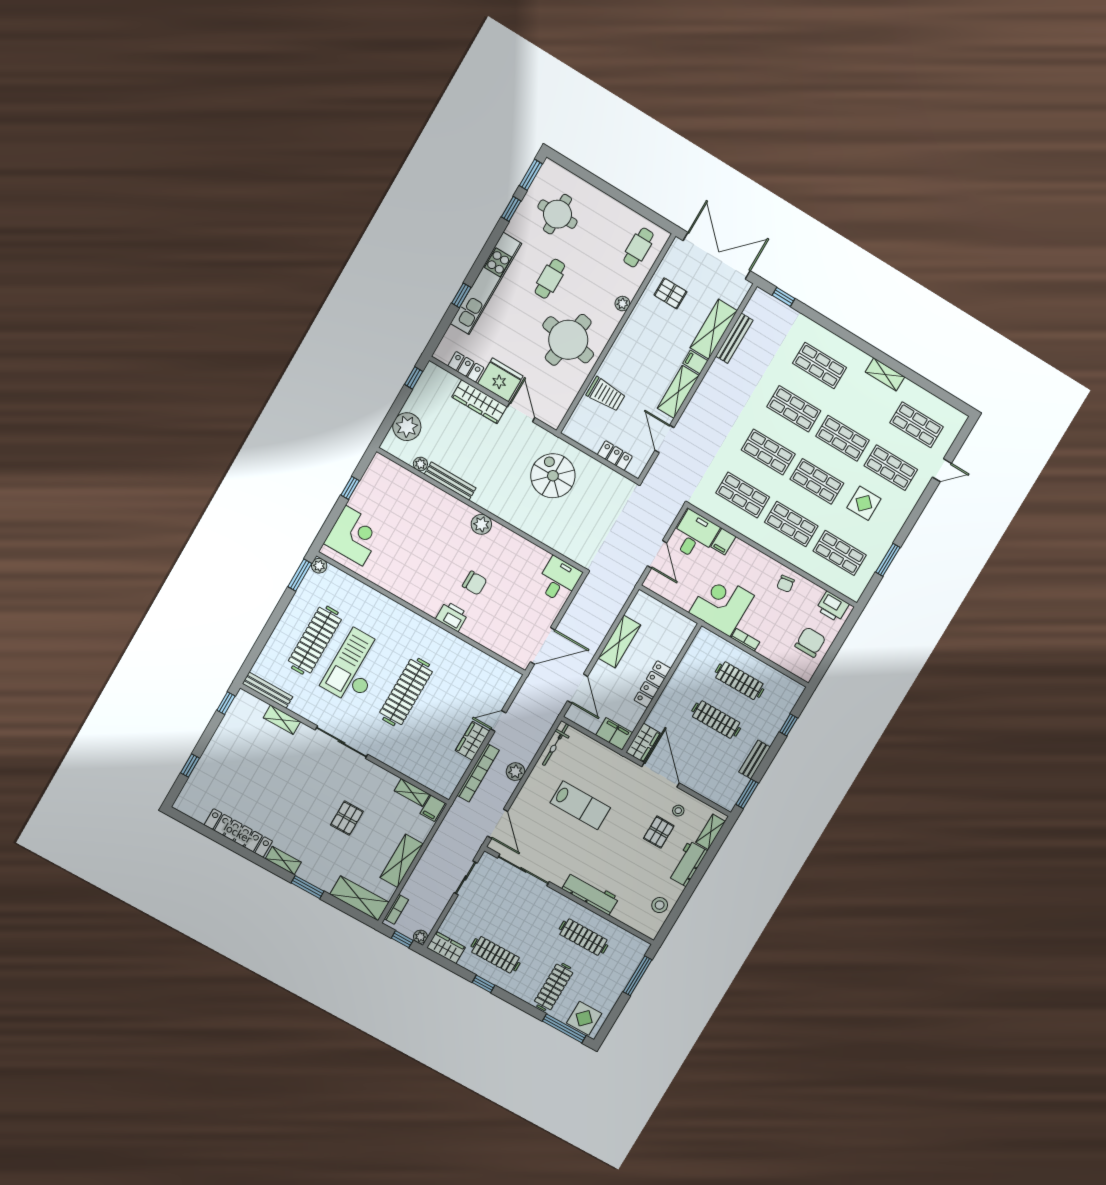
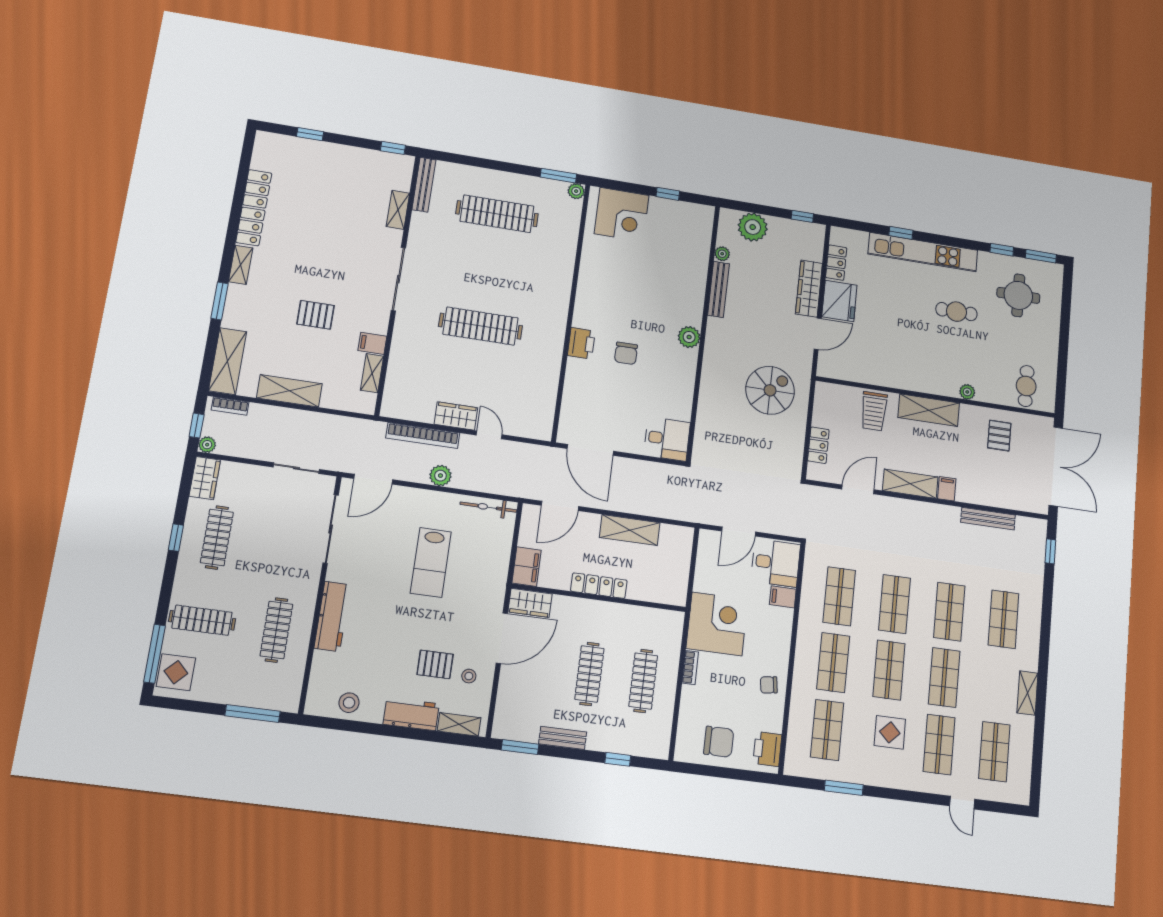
cafe table: (639, 248) -> (1026, 386), turned 90
shelving: (714, 329) -> (929, 410), moved
round table: (568, 340) -> (908, 352), removed
checkout: (355, 667) -> (486, 264), removed
filing cabinet: (433, 808) -> (372, 343), moved

